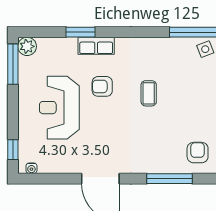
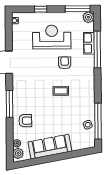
window: (80, 32) -> (97, 49), width x2.11
row of seats: (96, 46) -> (89, 43), moved
window: (13, 150) -> (41, 9), moved

